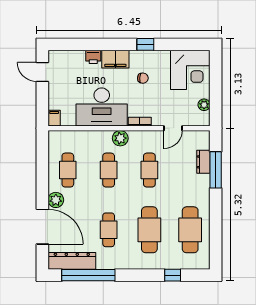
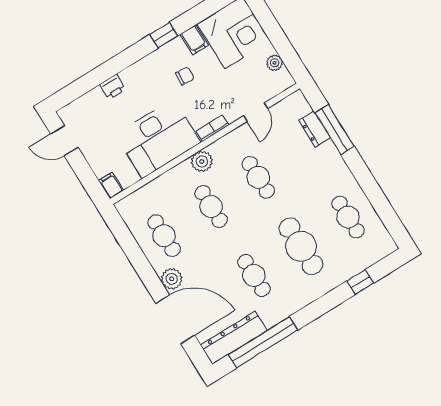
filing cabinet: (115, 59) -> (194, 40), moved, width x0.50
cafe table: (190, 230) -> (348, 217), width x0.73, depth x0.74

